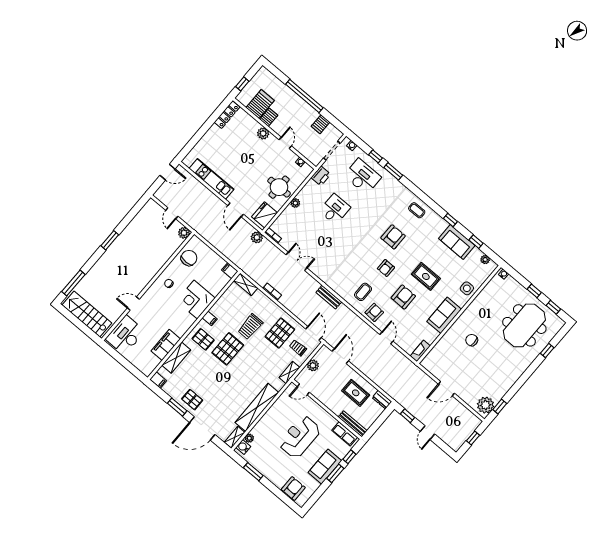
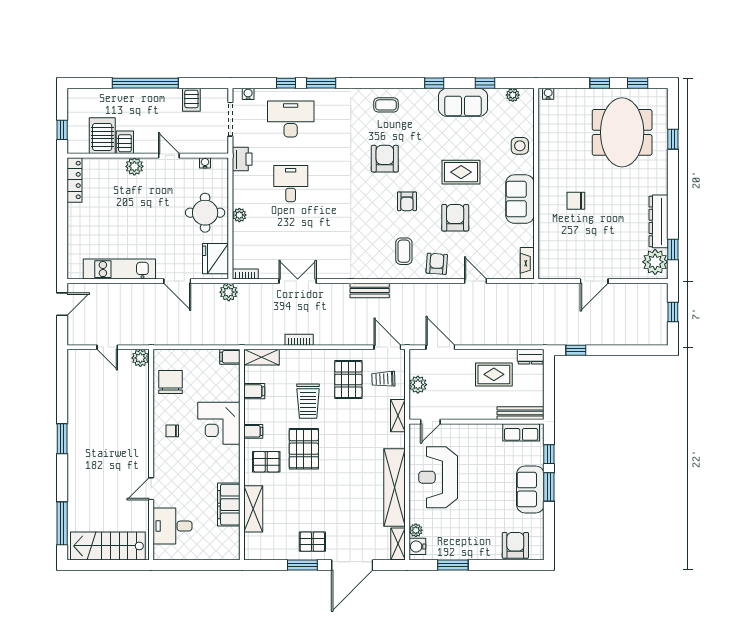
desk: (125, 335) -> (172, 526), width x0.73
filing cabinet: (158, 380) -> (254, 391), moved
dresser: (505, 386) -> (658, 221), added
door: (427, 433) -> (615, 350), removed
reception desk: (300, 437) -> (438, 477), moved

